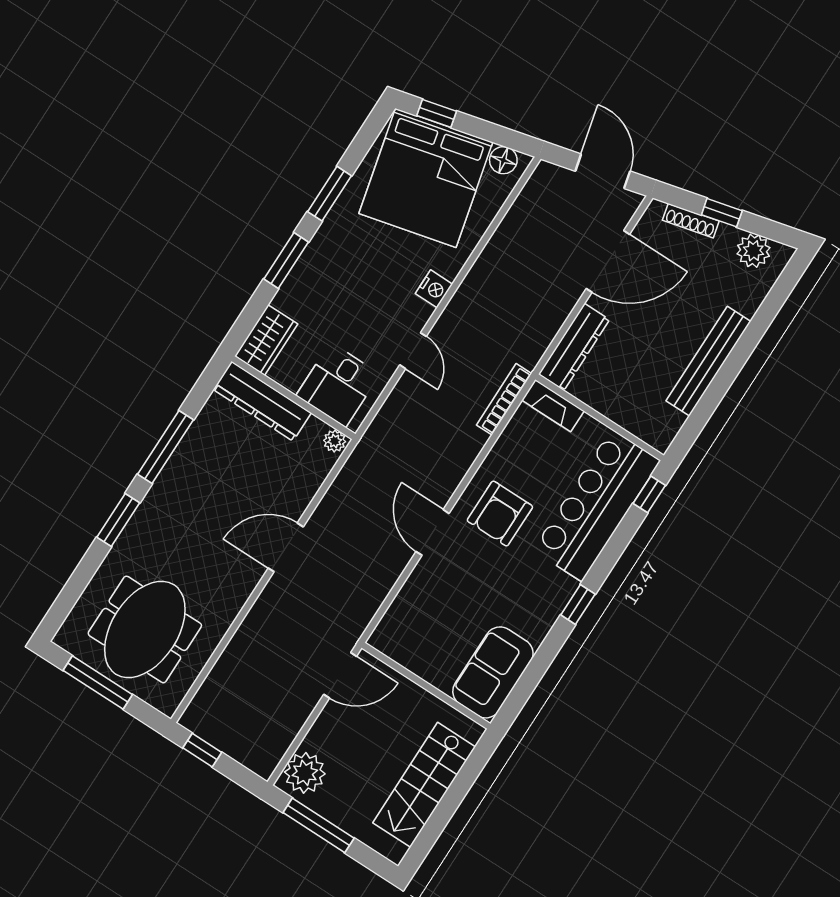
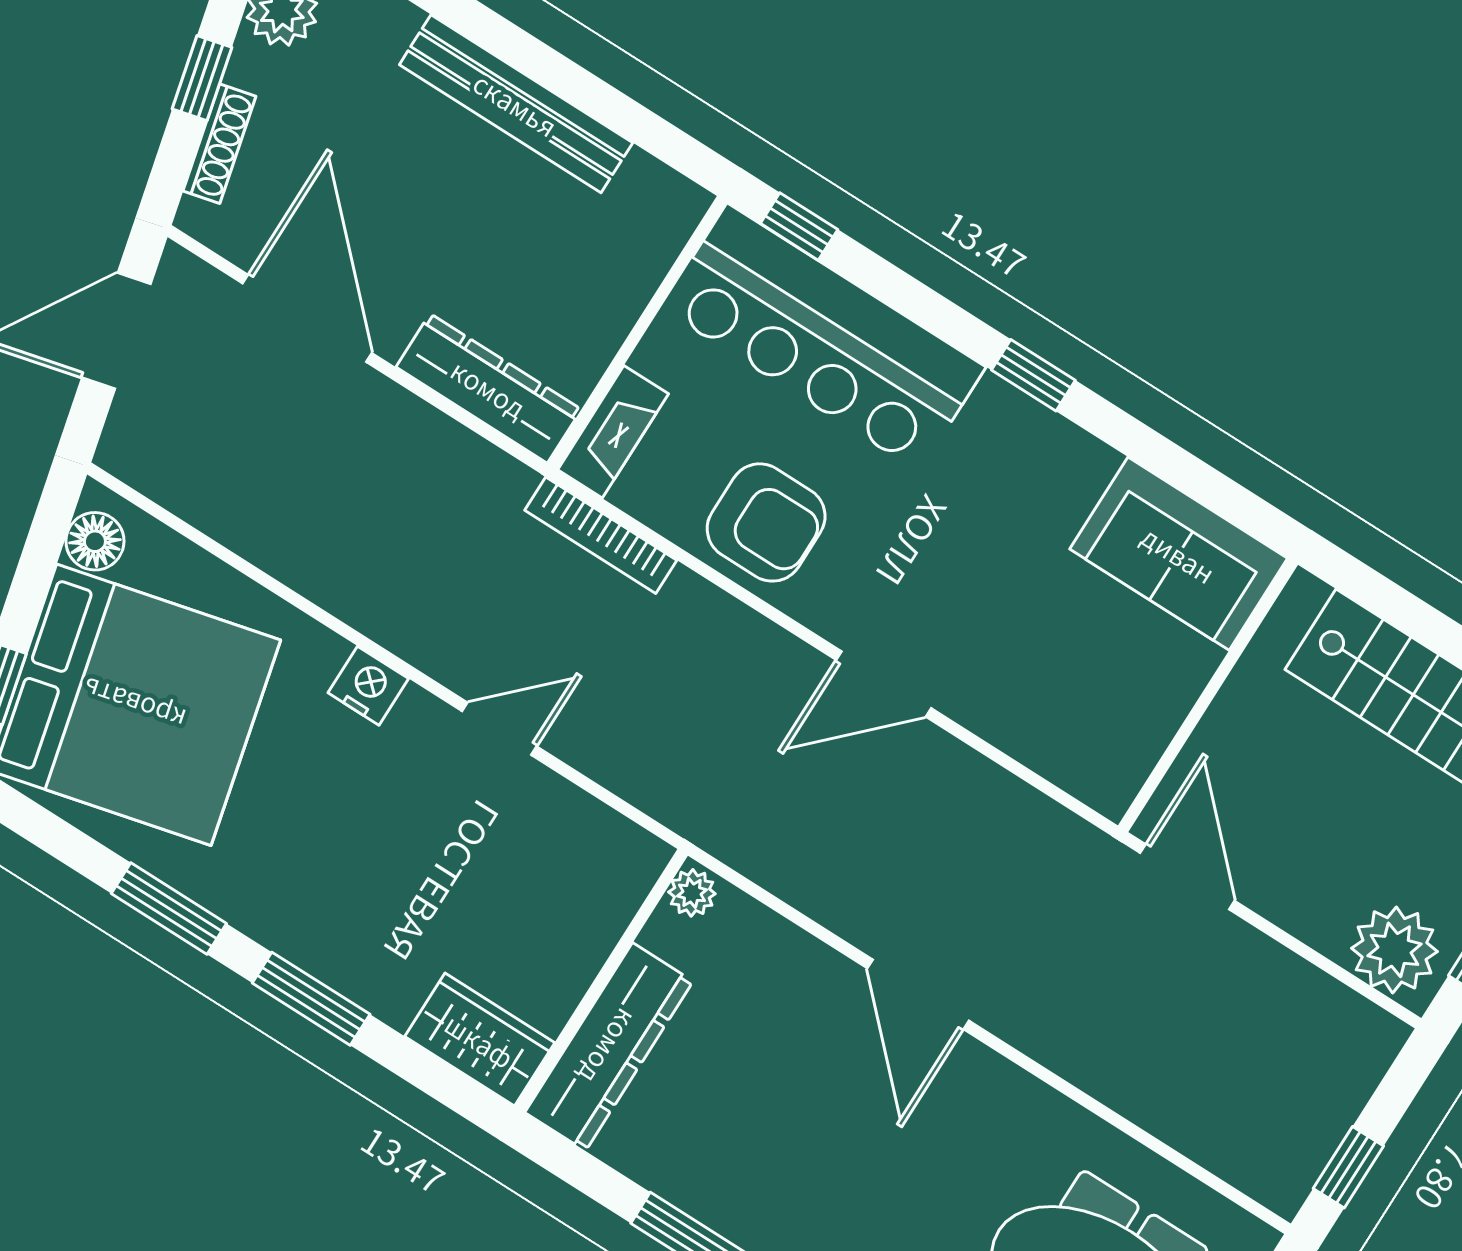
desk: (338, 385) -> (573, 887), removed
armchair: (500, 514) -> (766, 522), moved

